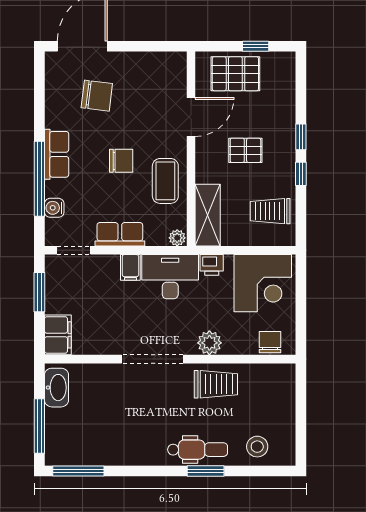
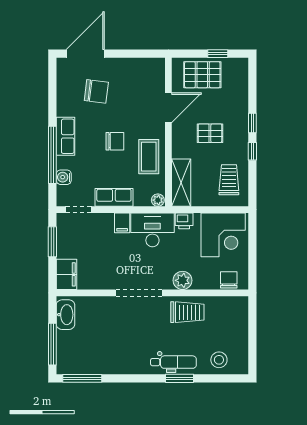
trolley: (270, 211) -> (229, 180), turned 90

